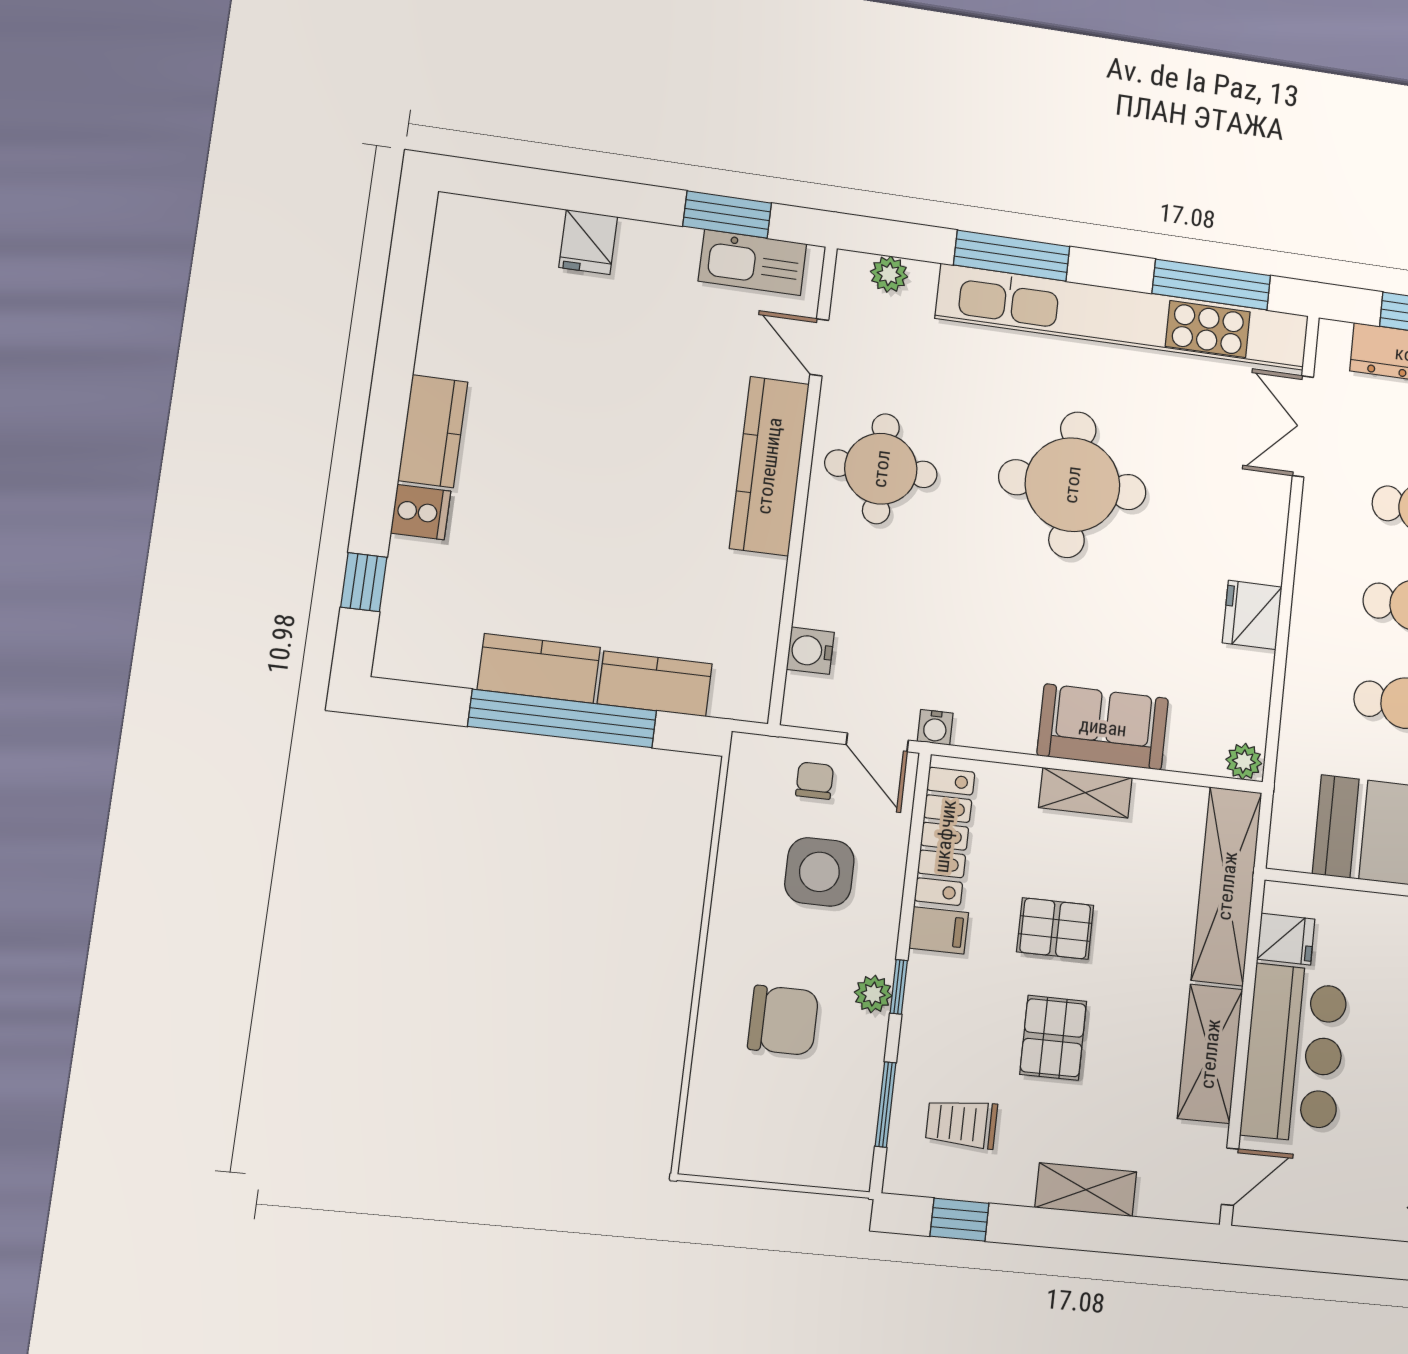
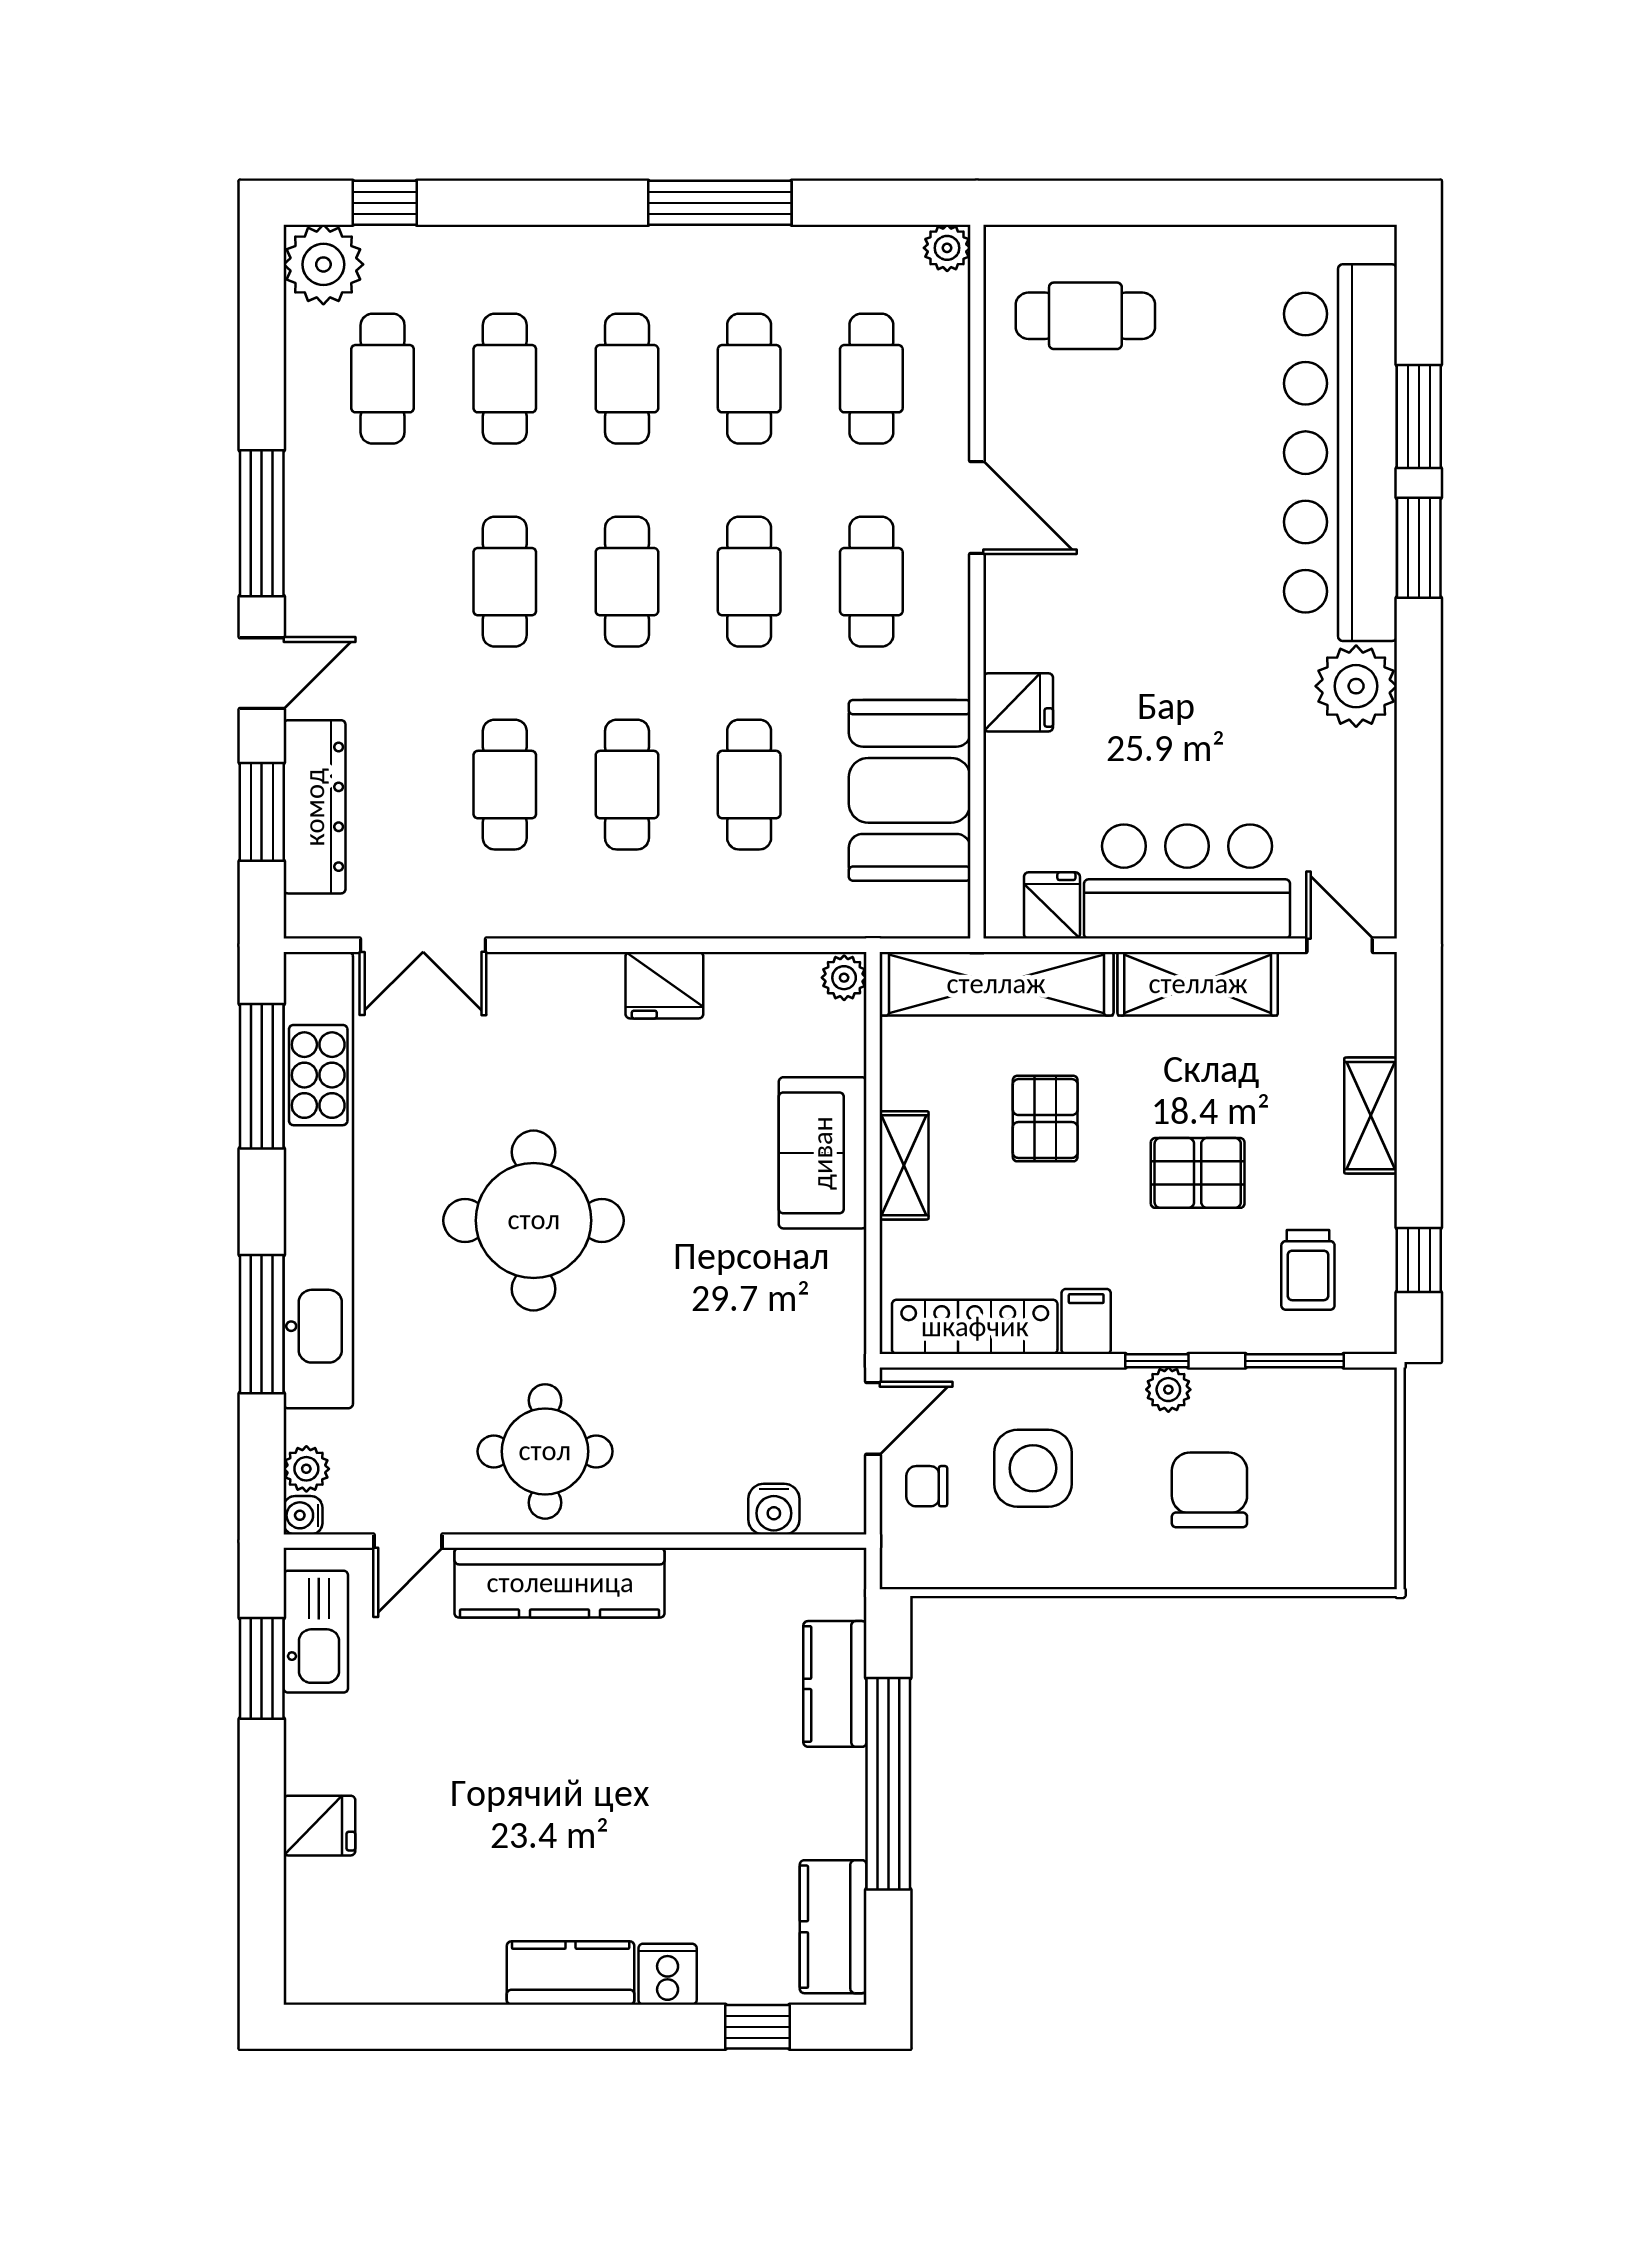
kitchen counter: (539, 668) -> (833, 1927), moved
water cooler: (935, 727) -> (303, 1515), moved, turned 180
pallet: (1055, 929) -> (1045, 1119), moved

